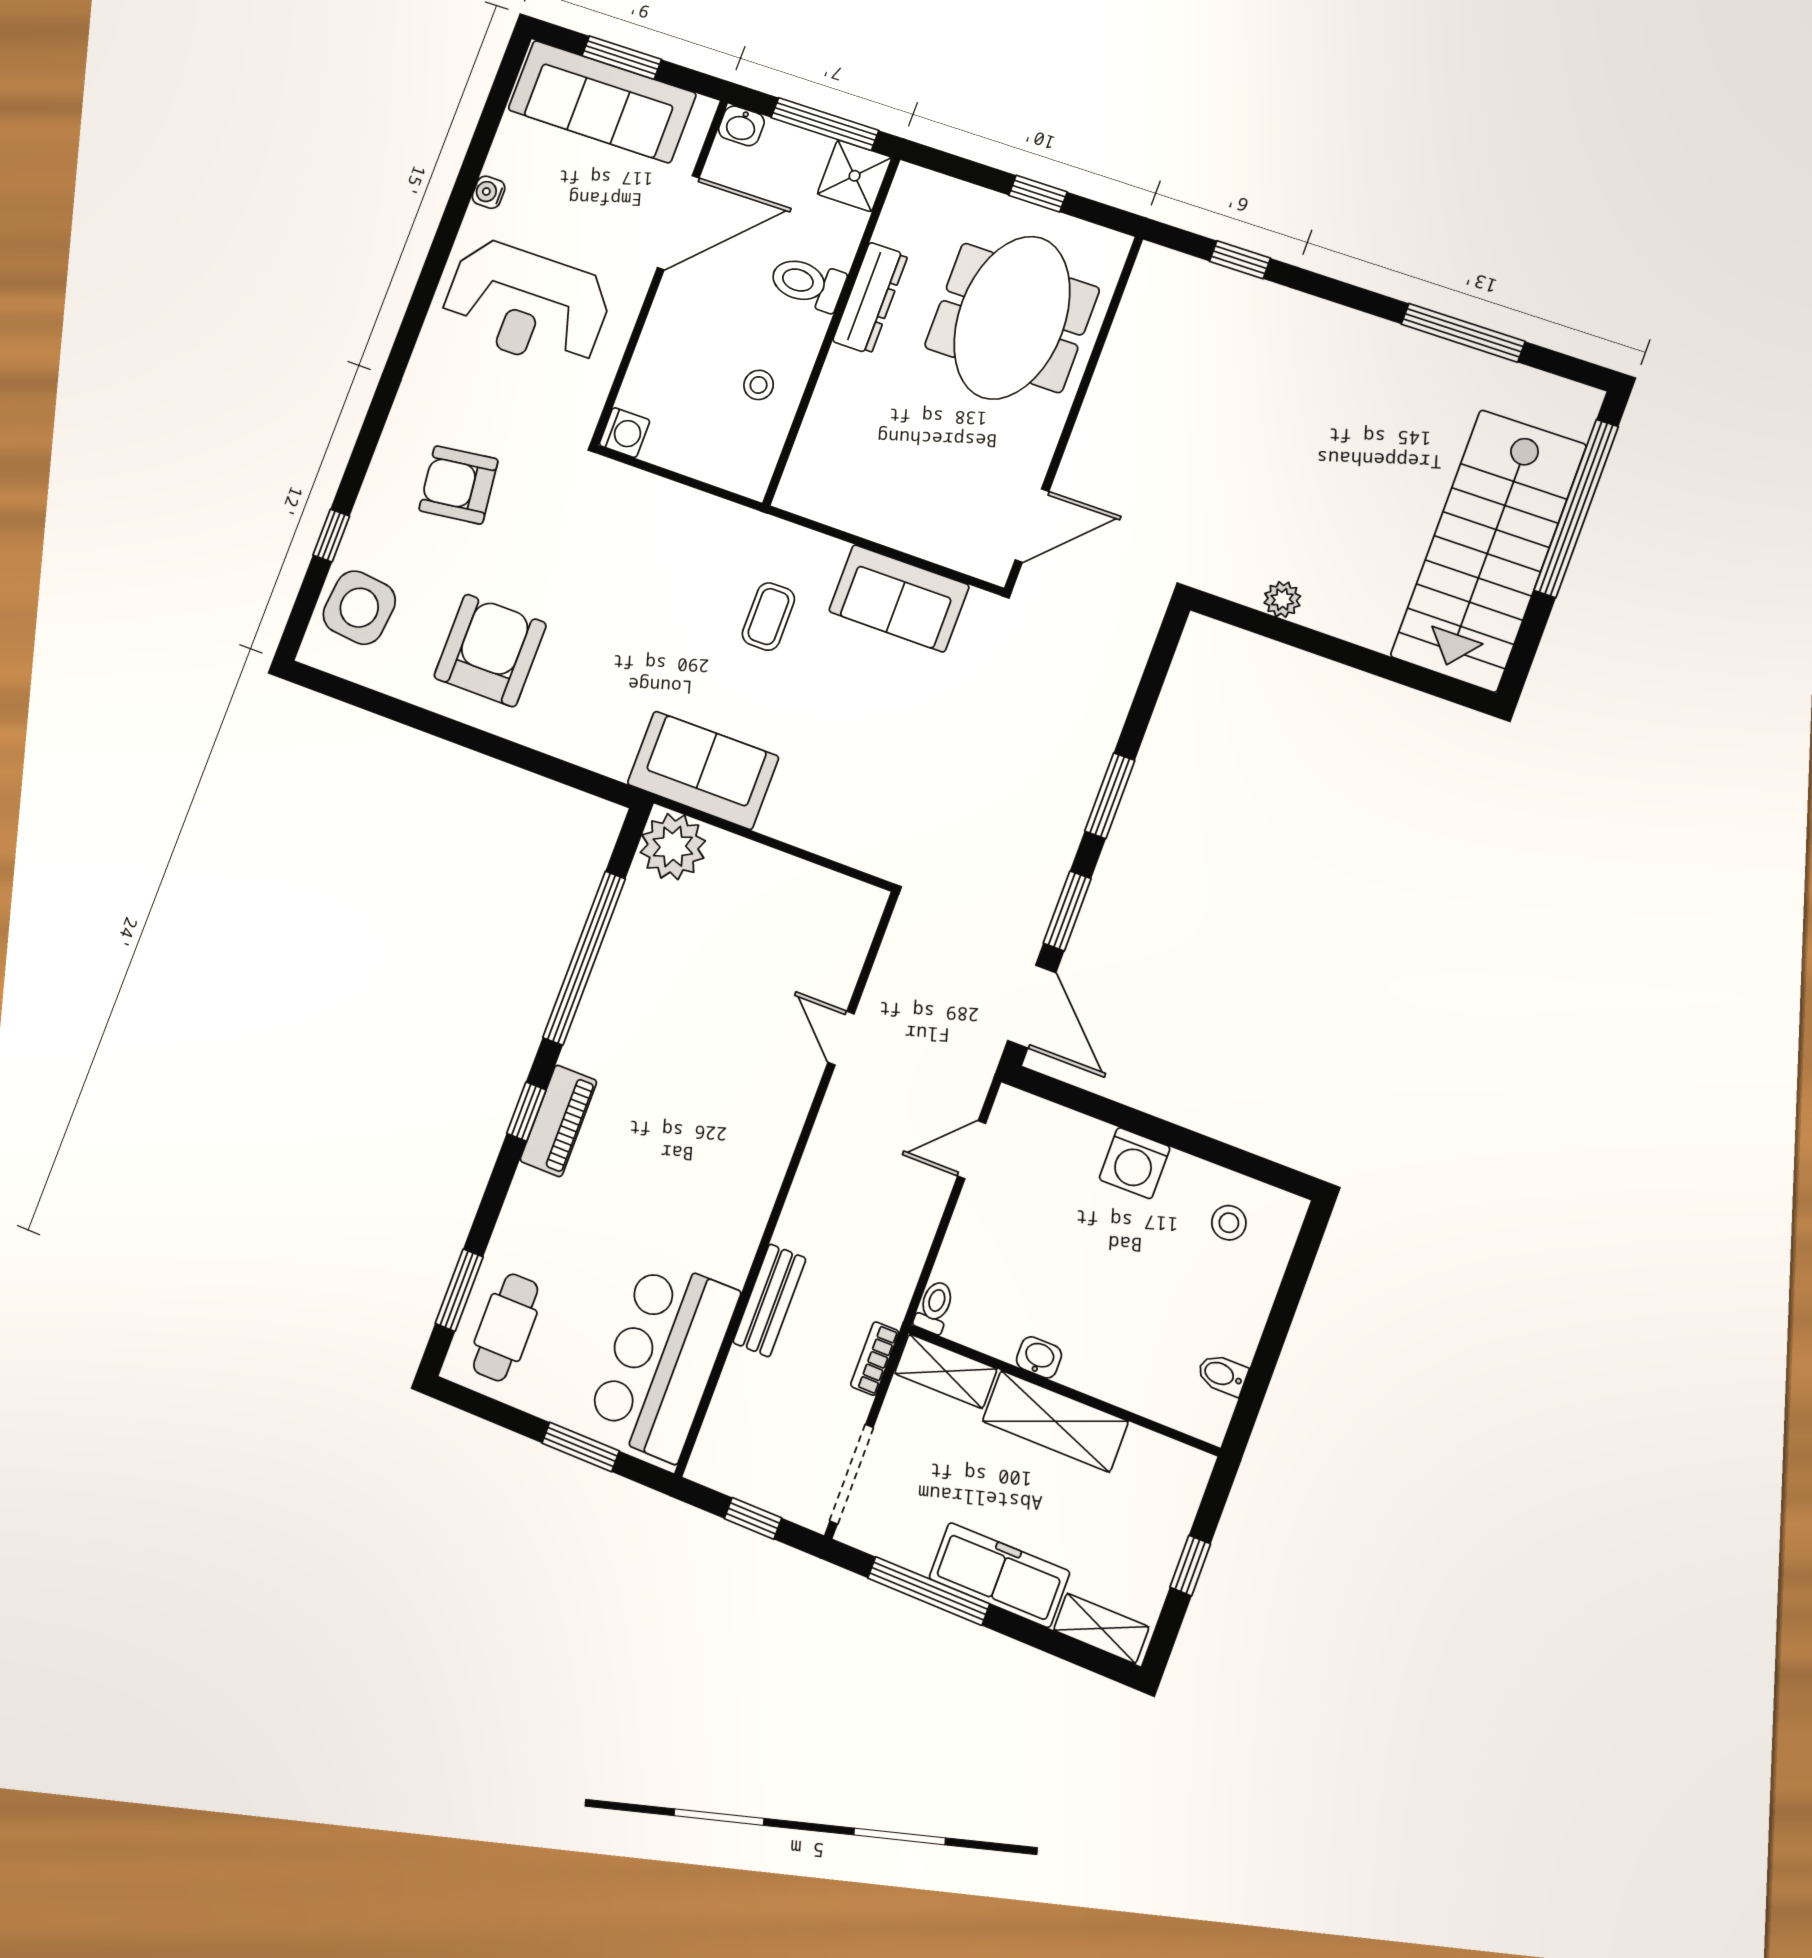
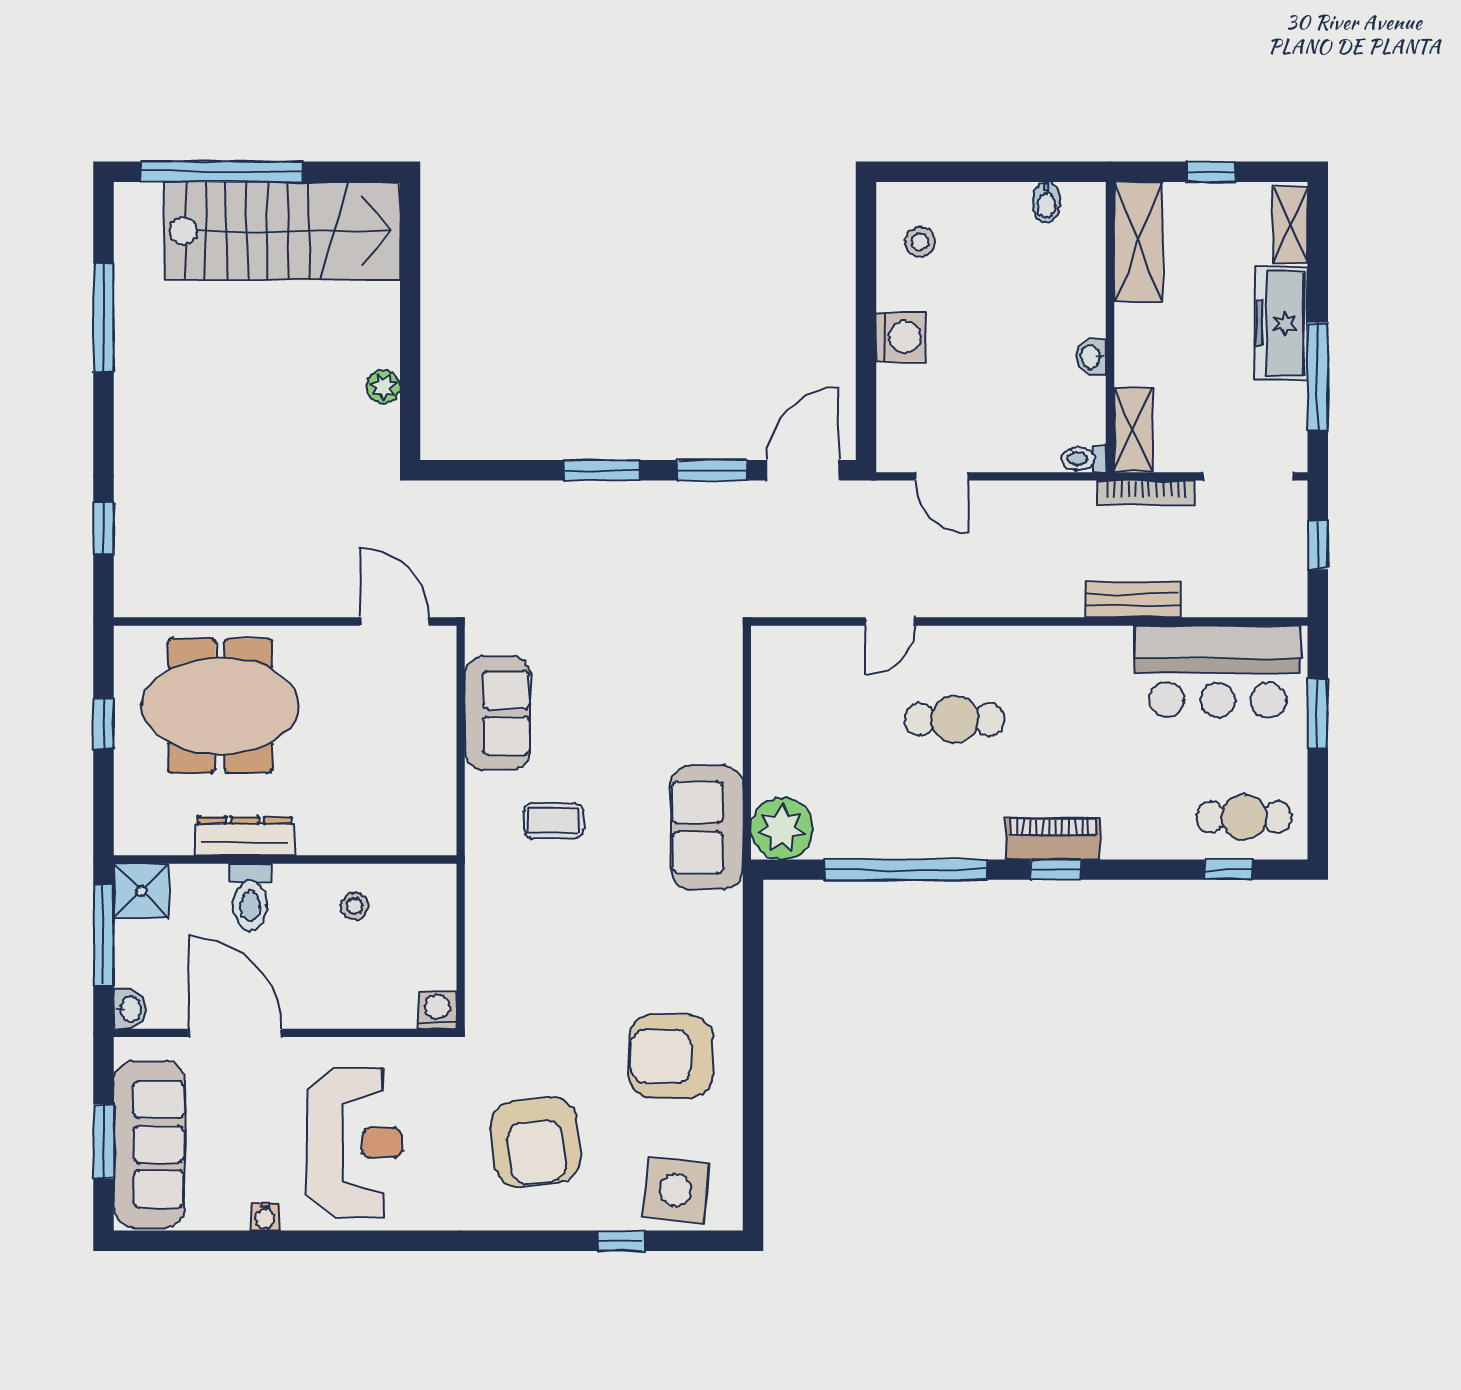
armchair: (458, 485) -> (535, 1142), width x1.36, depth x1.36
cafe table: (716, 1067) -> (955, 719), added
window: (459, 1290) -> (1229, 870), width x0.67
bookcase: (875, 1359) -> (1146, 493), width x1.56
shelving: (1055, 1421) -> (1138, 242), moved

